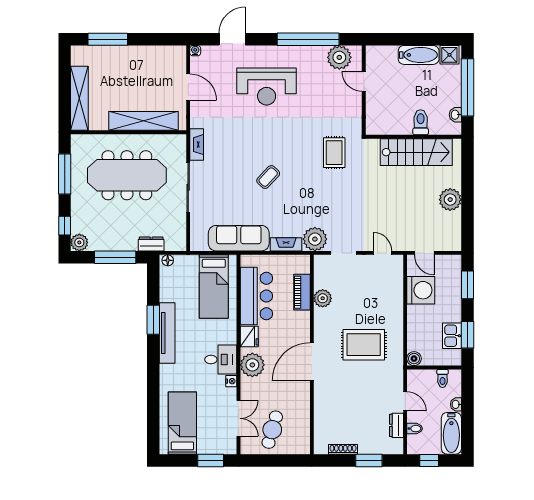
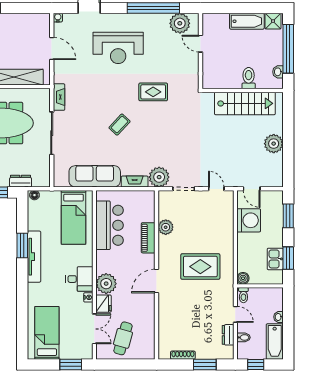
rug: (334, 153) -> (153, 92), moved, turned 90
piano: (302, 292) -> (148, 238), moved
fridge: (249, 336) -> (104, 304), moved
door: (312, 362) -> (157, 281), width x0.73
toilet: (443, 378) -> (243, 295), moved

